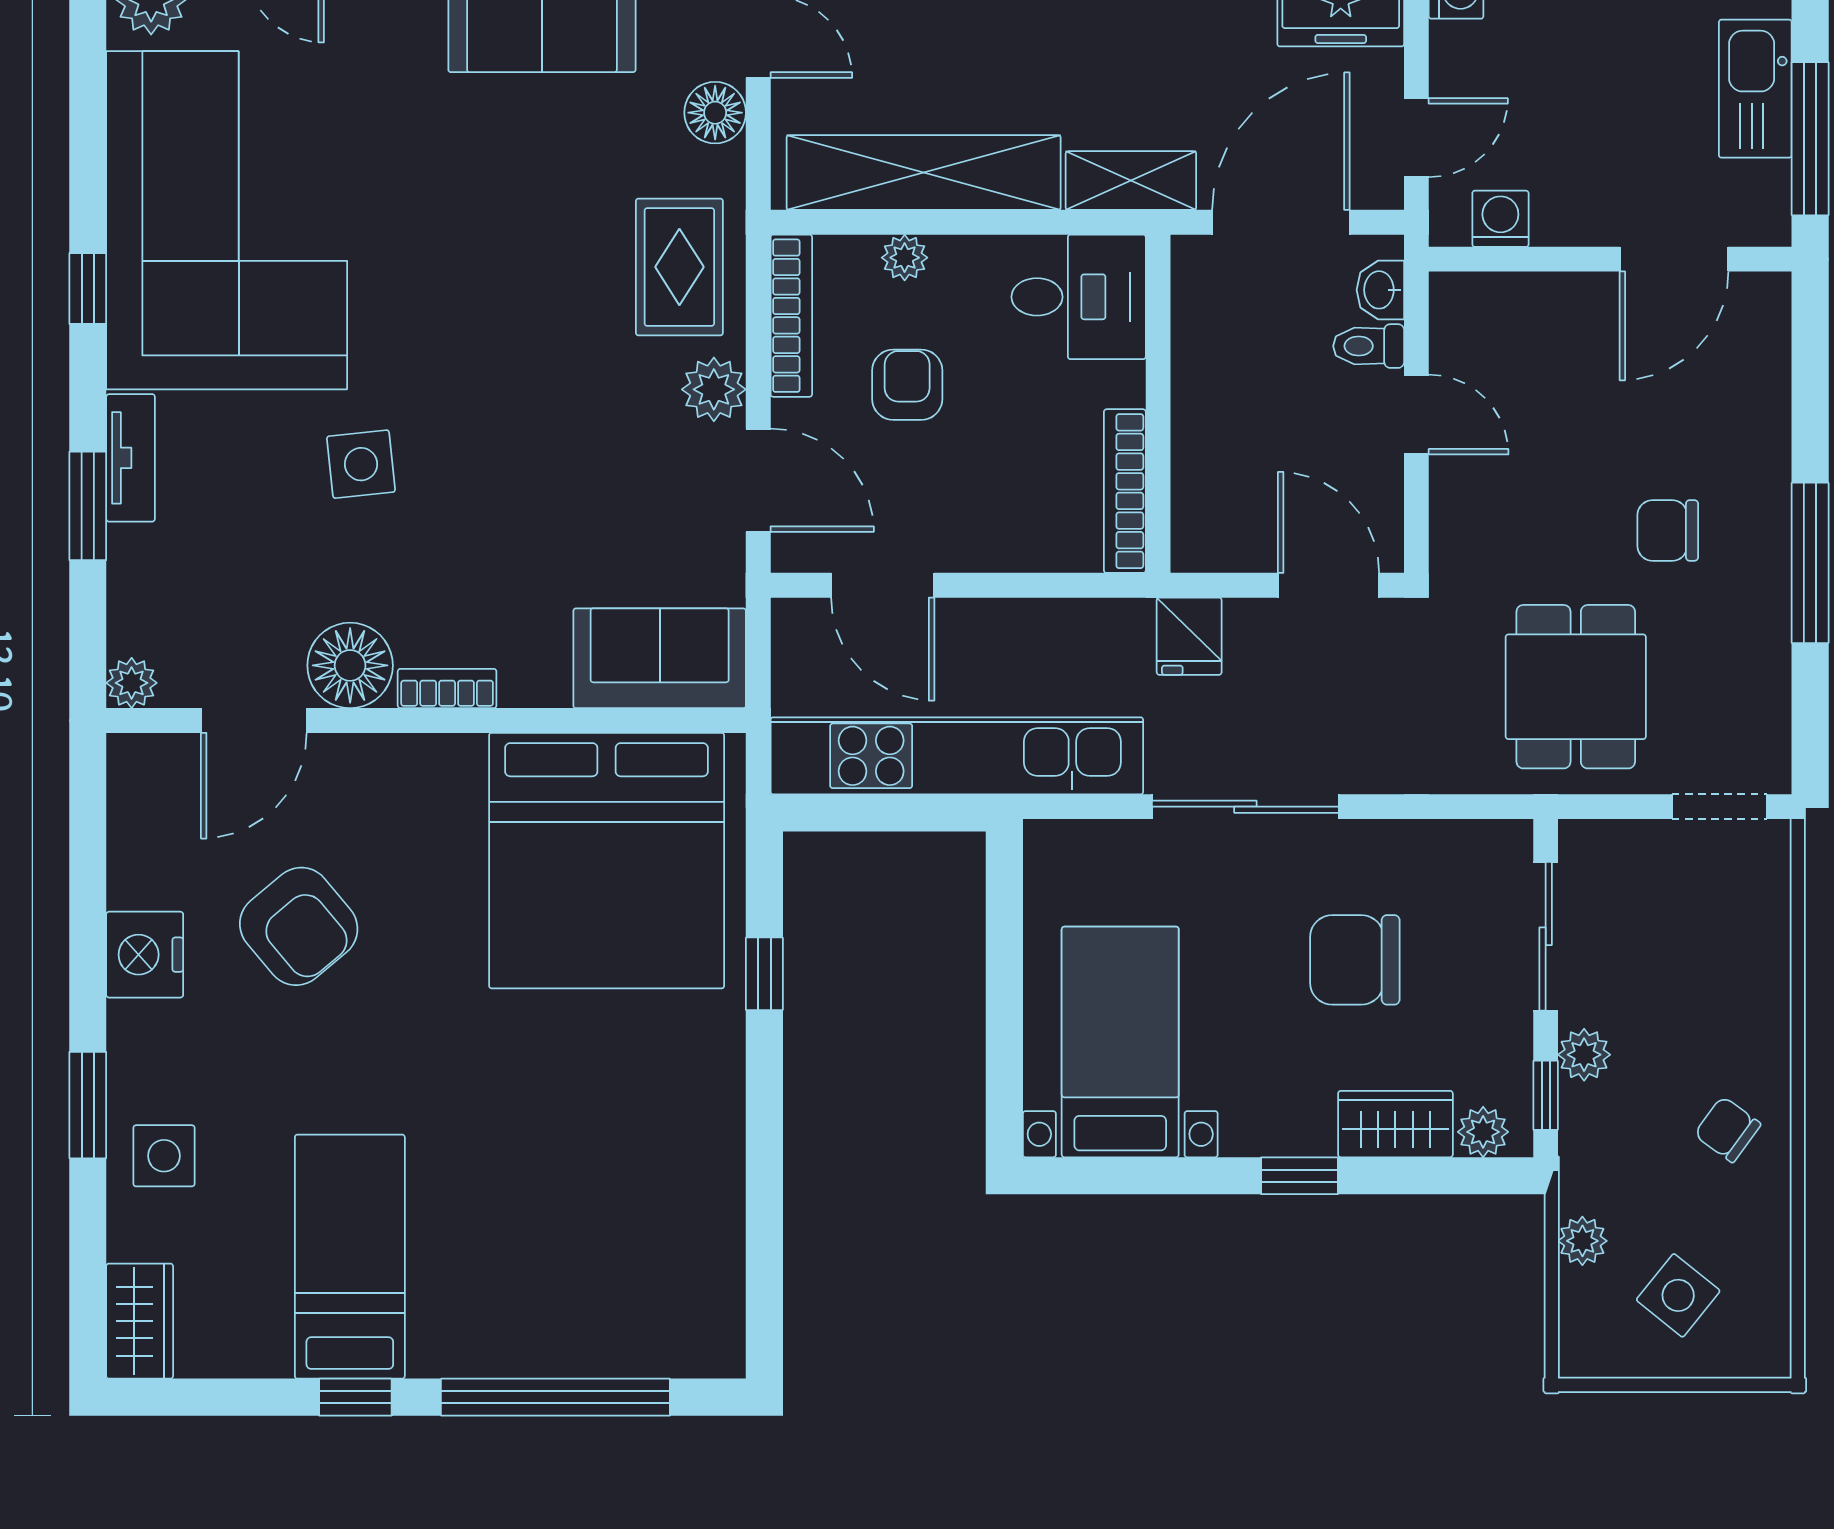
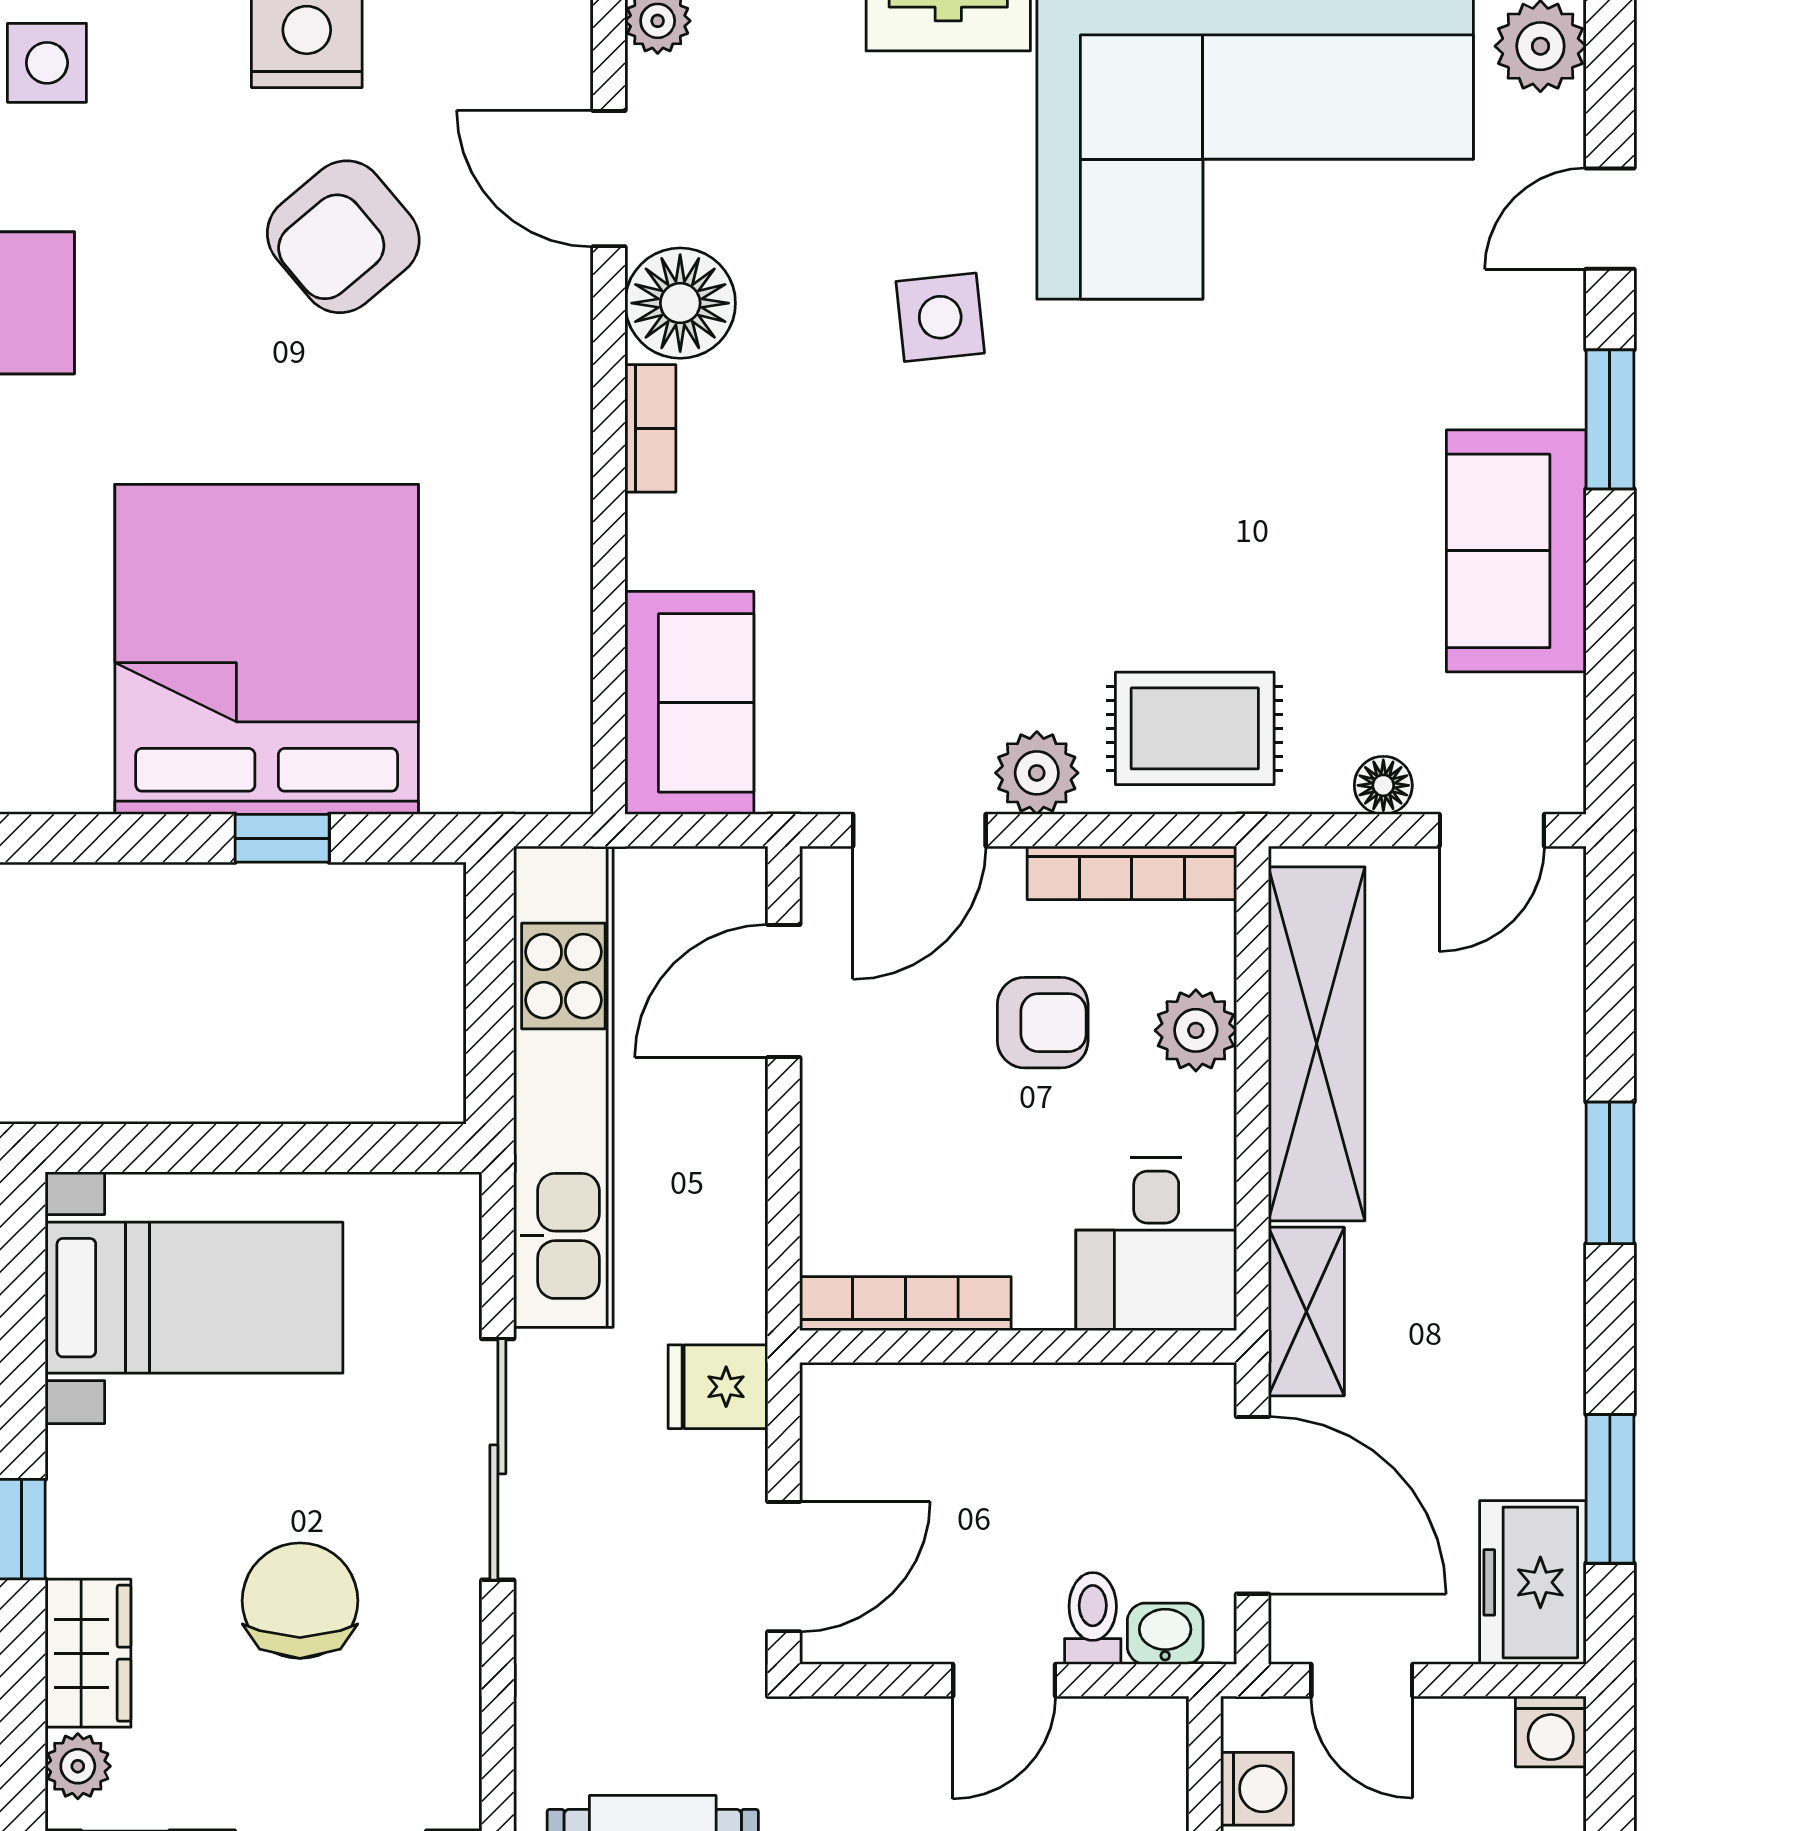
floor lamp: (715, 113) -> (1383, 785), width x0.73, depth x0.73
plant: (905, 258) -> (1196, 1030), width x1.38, depth x1.38
bed: (607, 861) -> (267, 649), moved, turned 90

